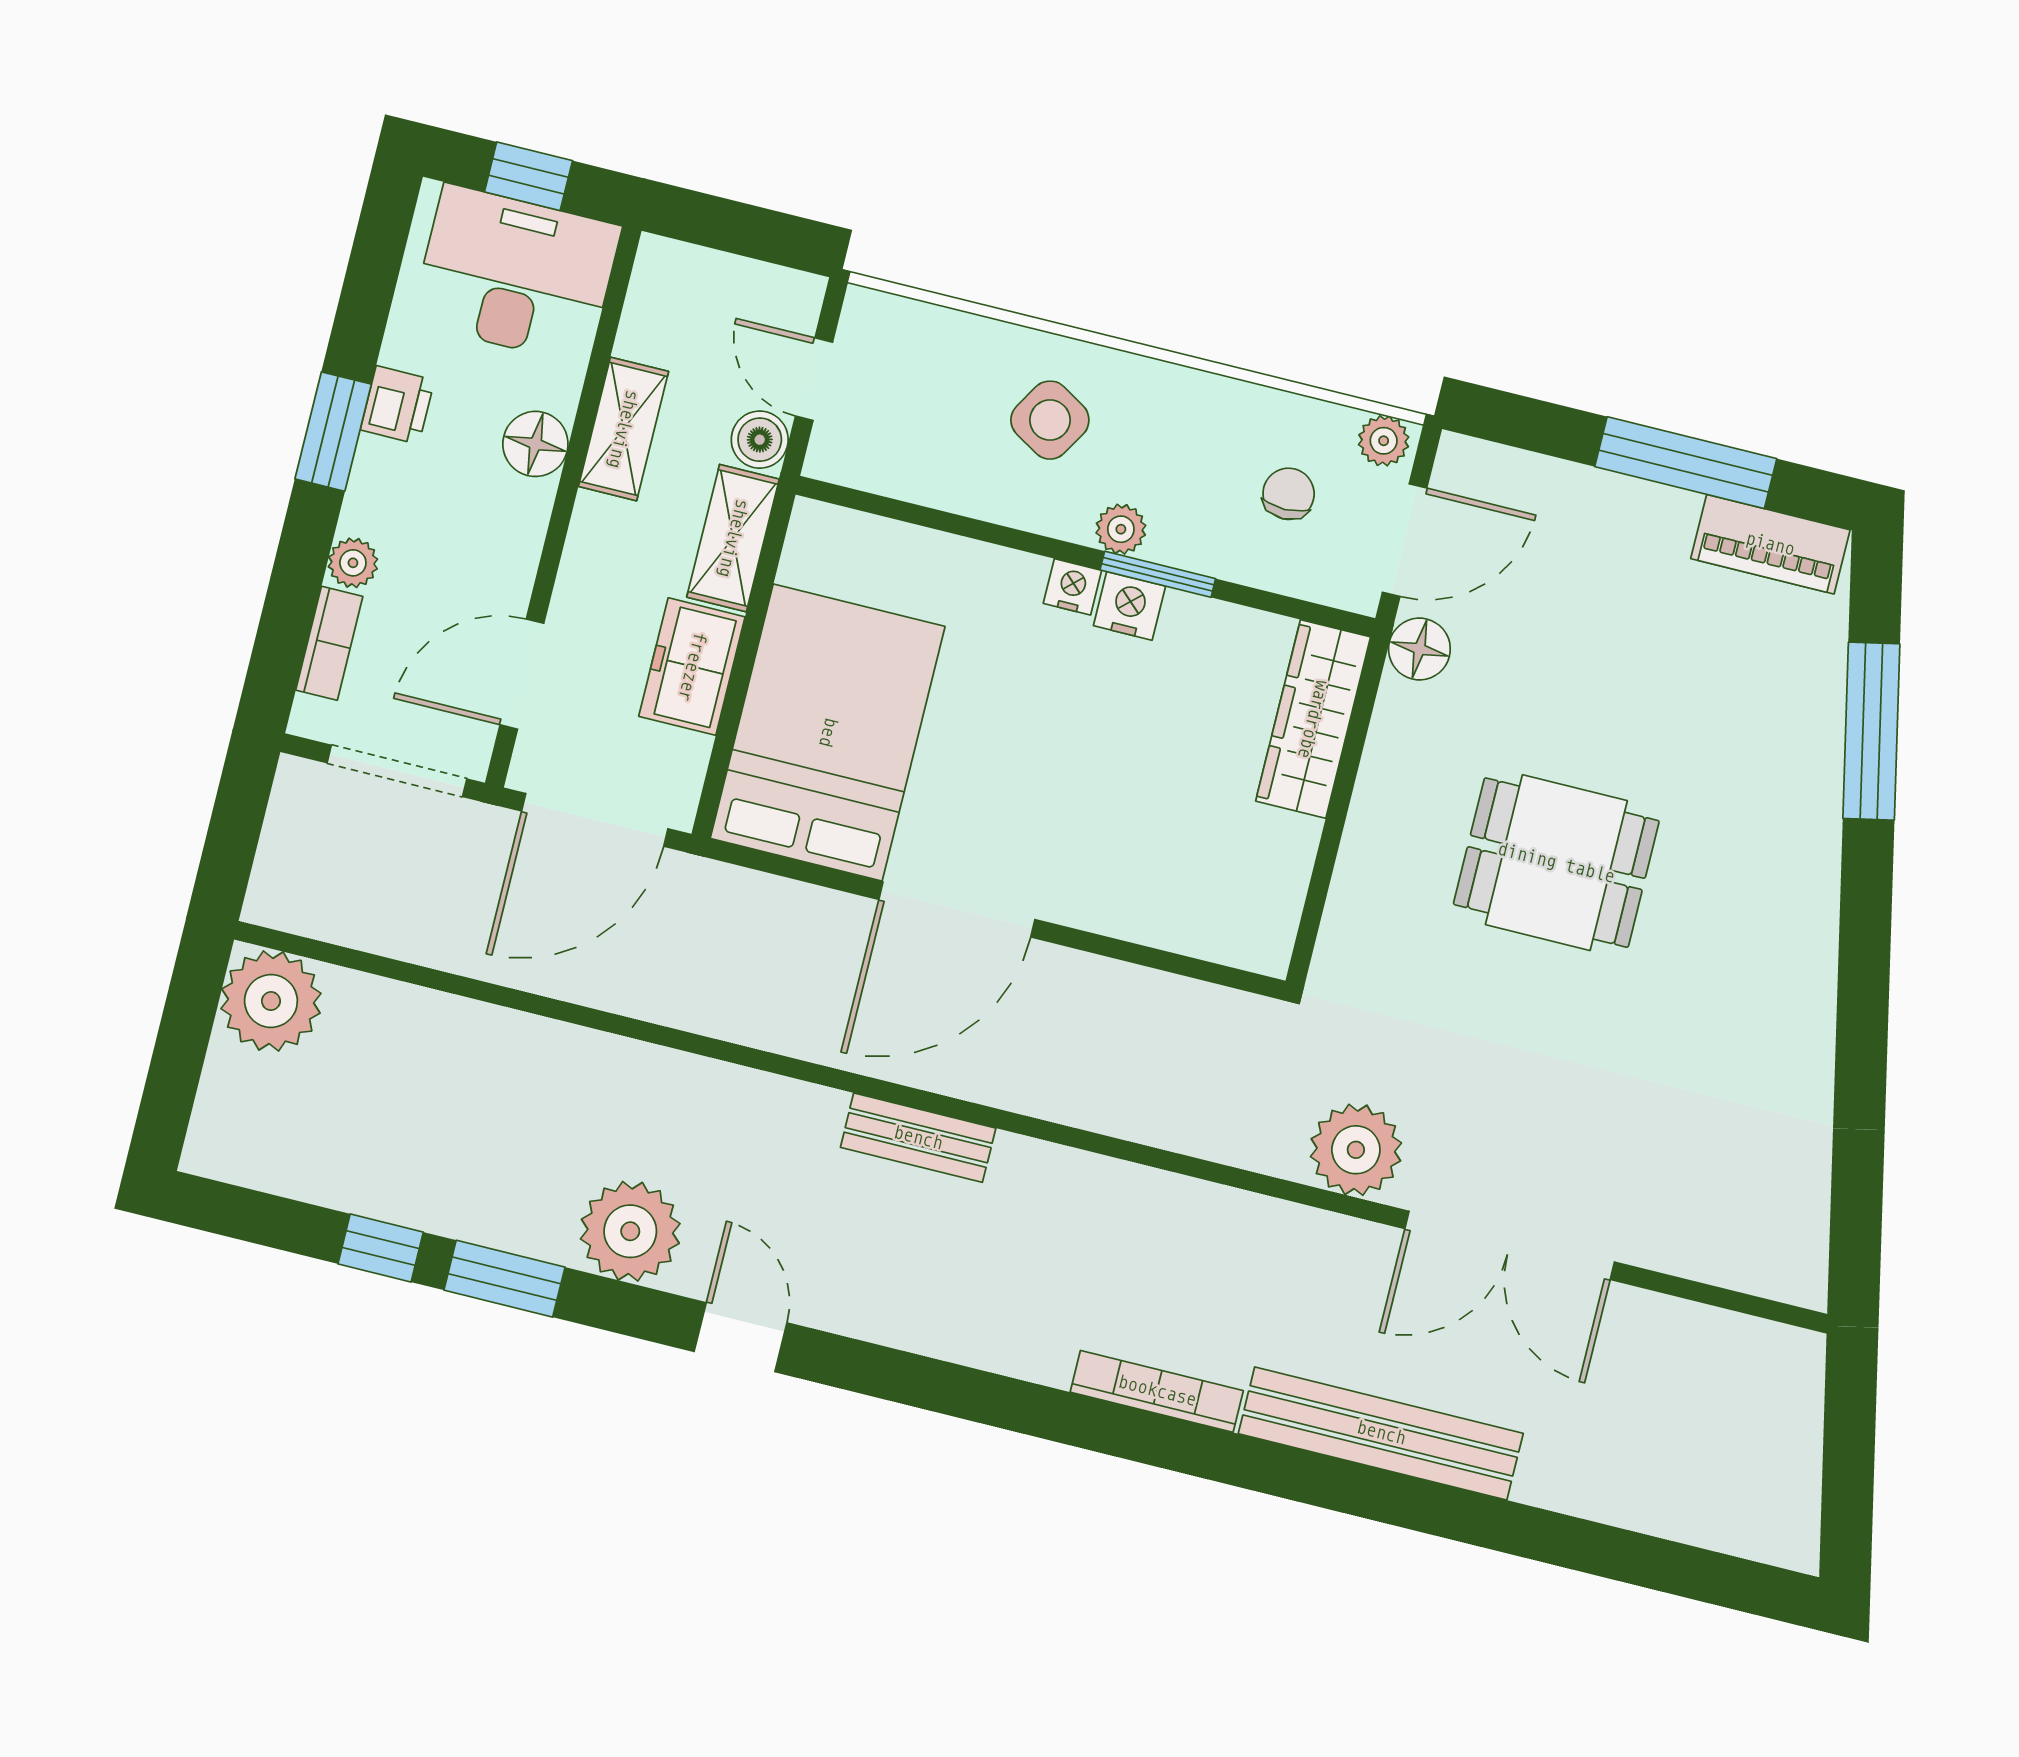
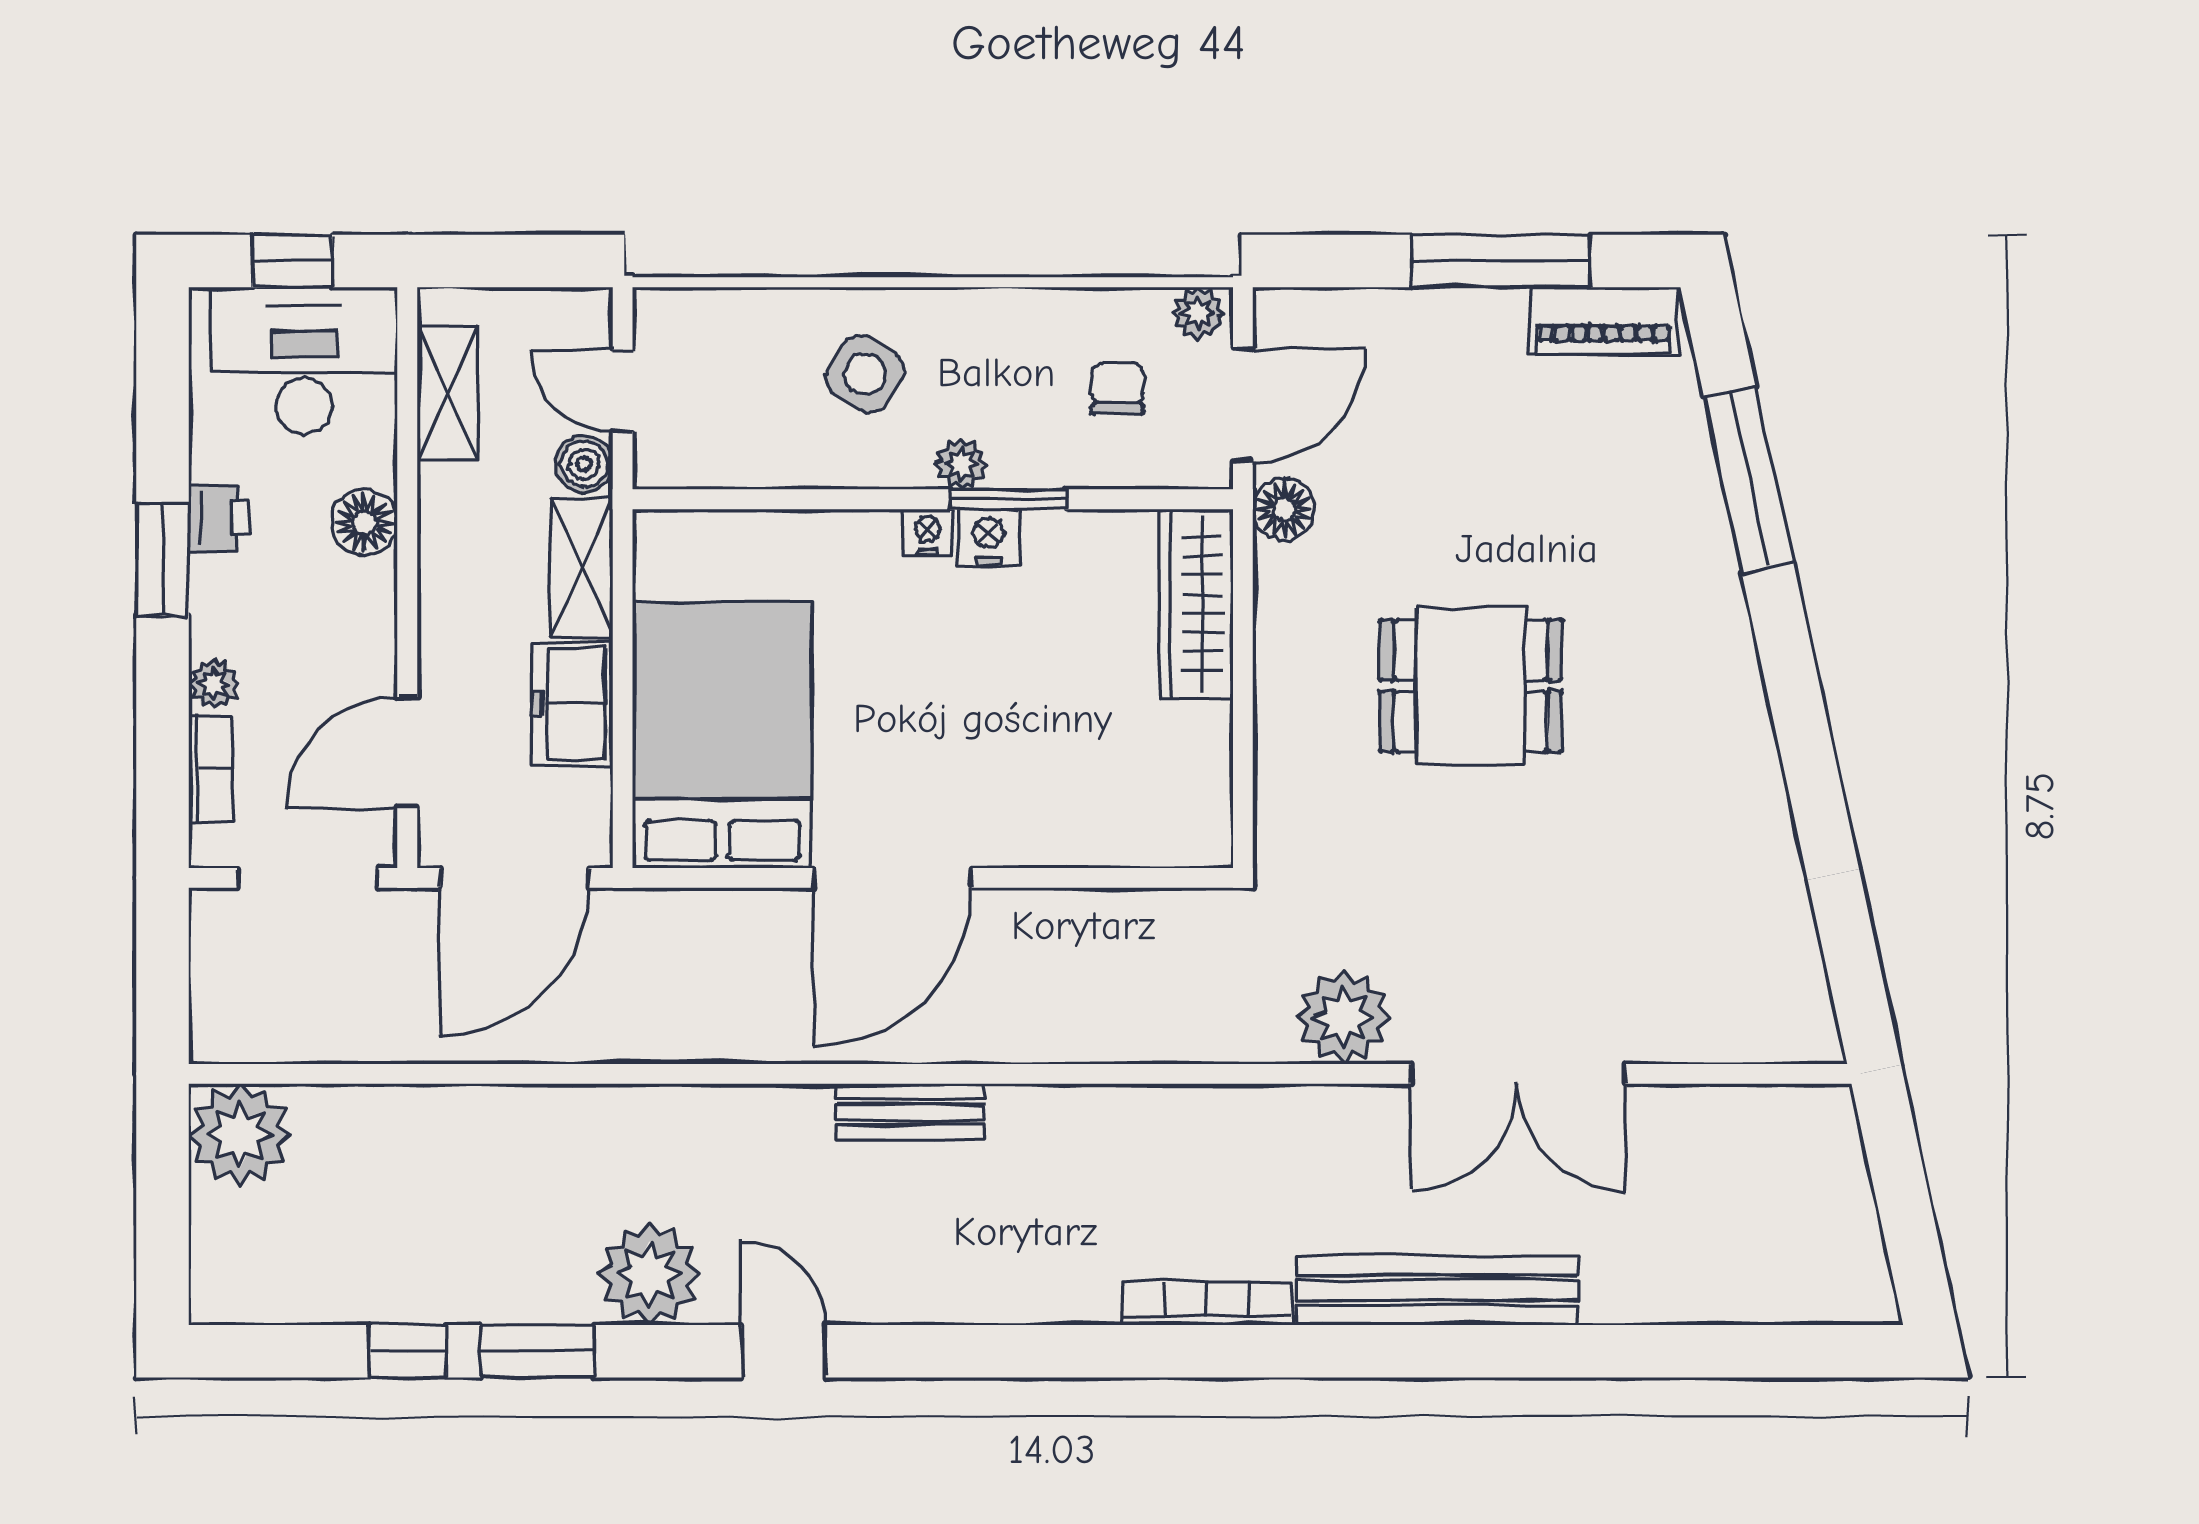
shelving: (623, 429) -> (447, 393), moved

